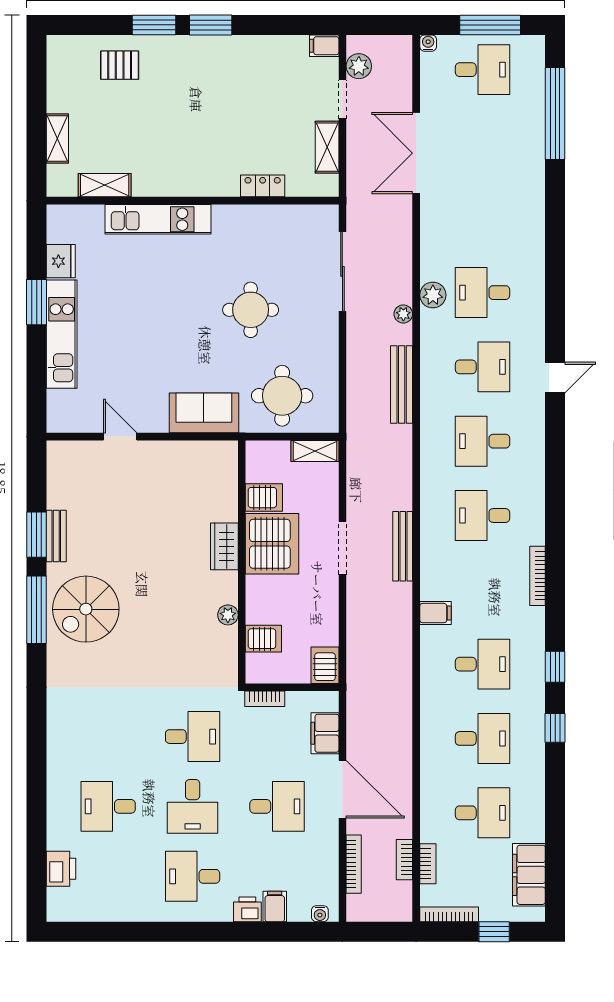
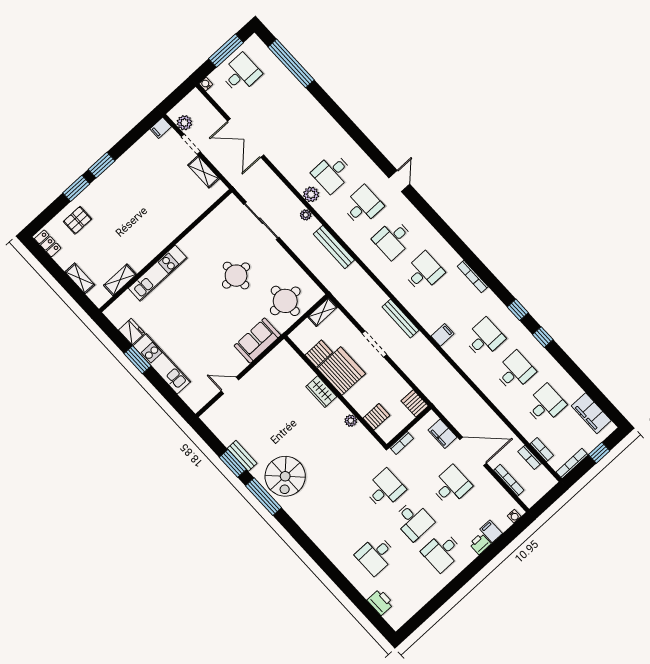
locker: (263, 186) -> (48, 243), moved, turned 90
desk: (483, 516) -> (424, 272), turned 180

